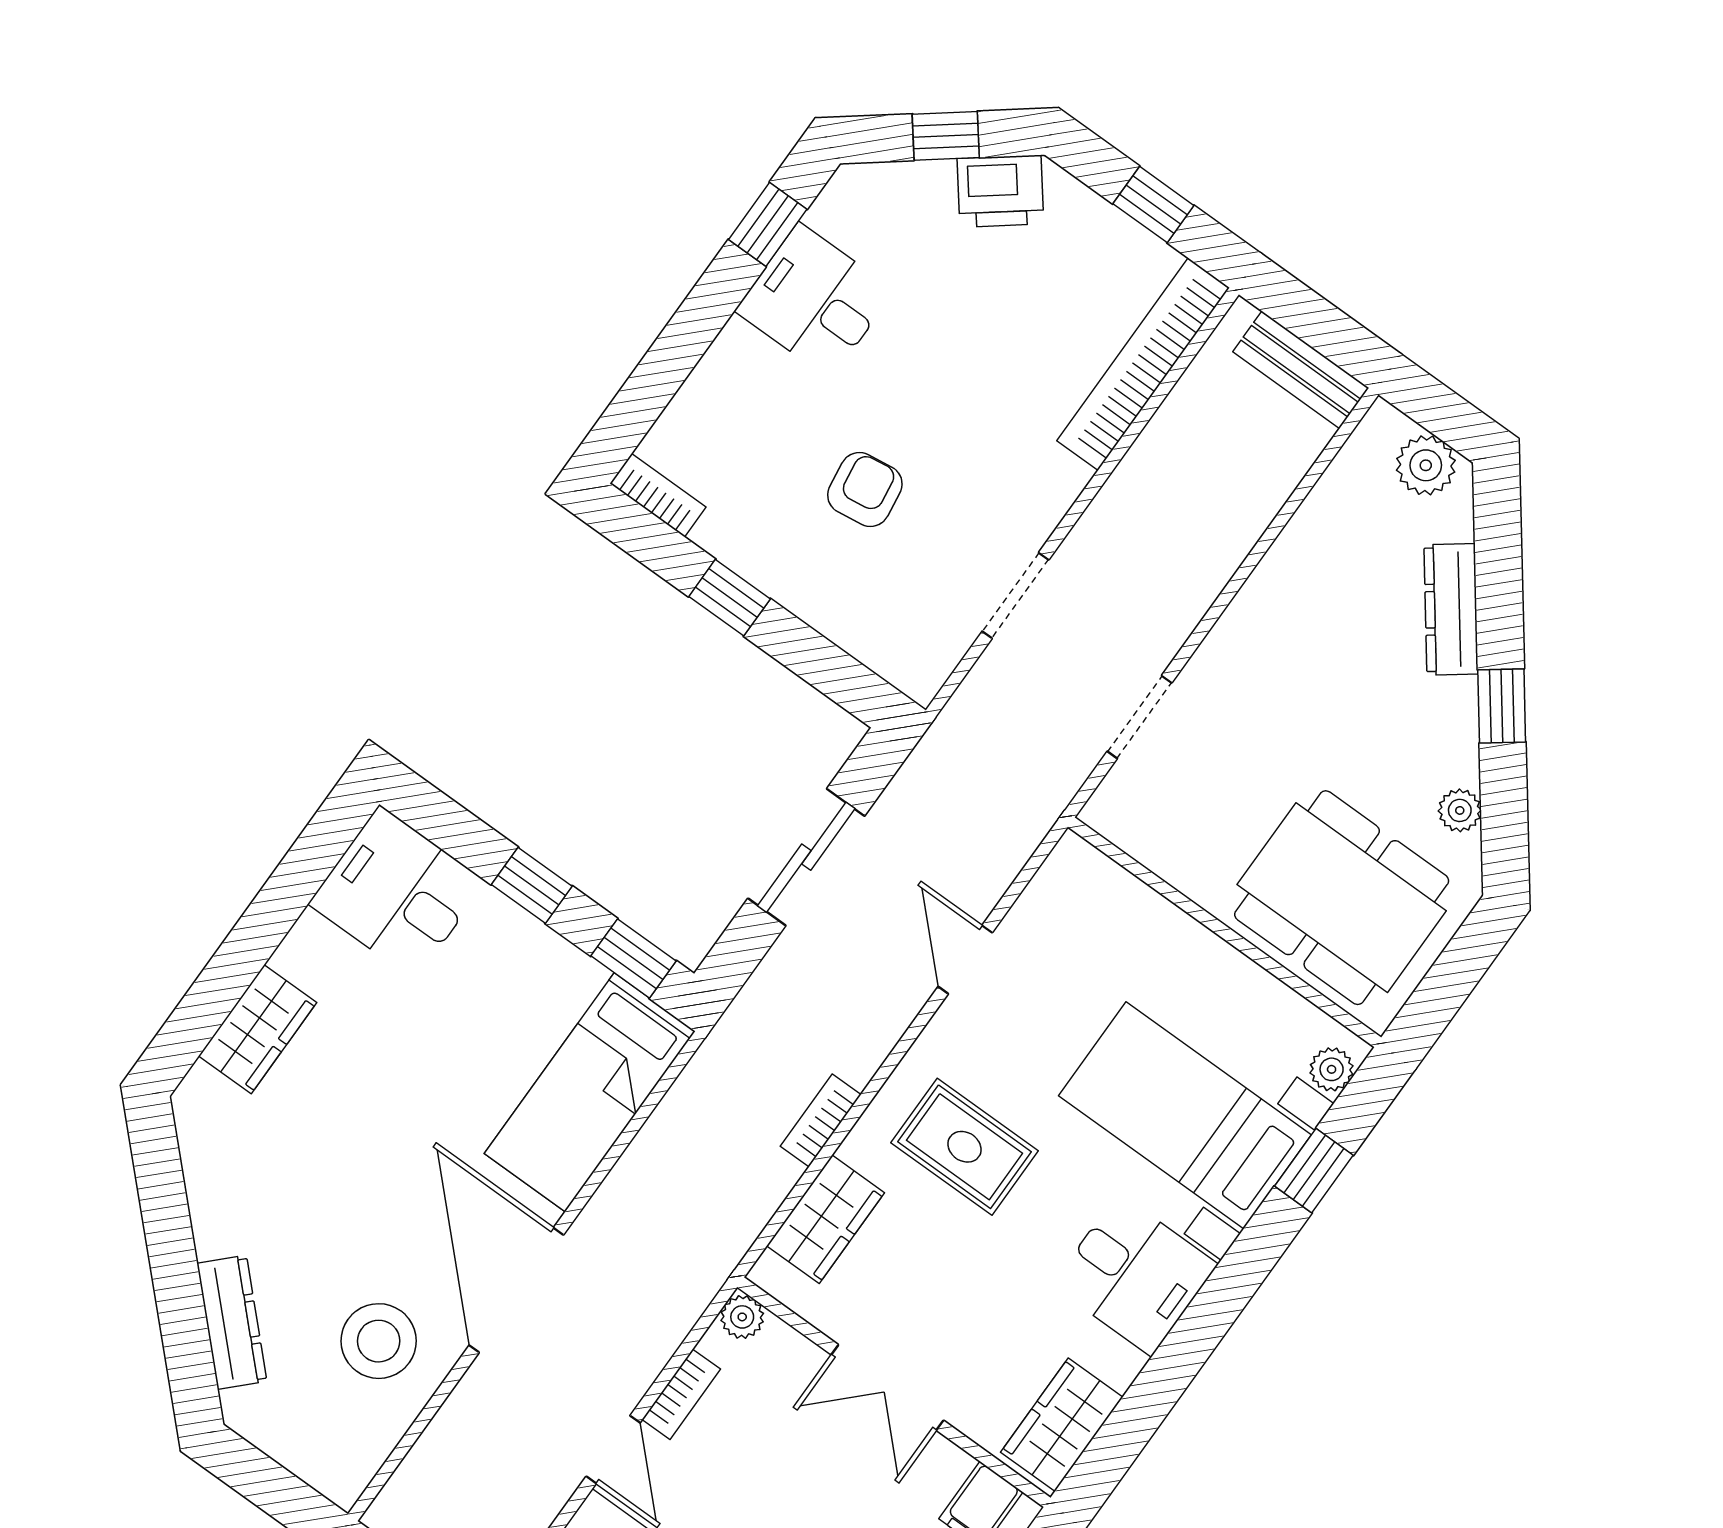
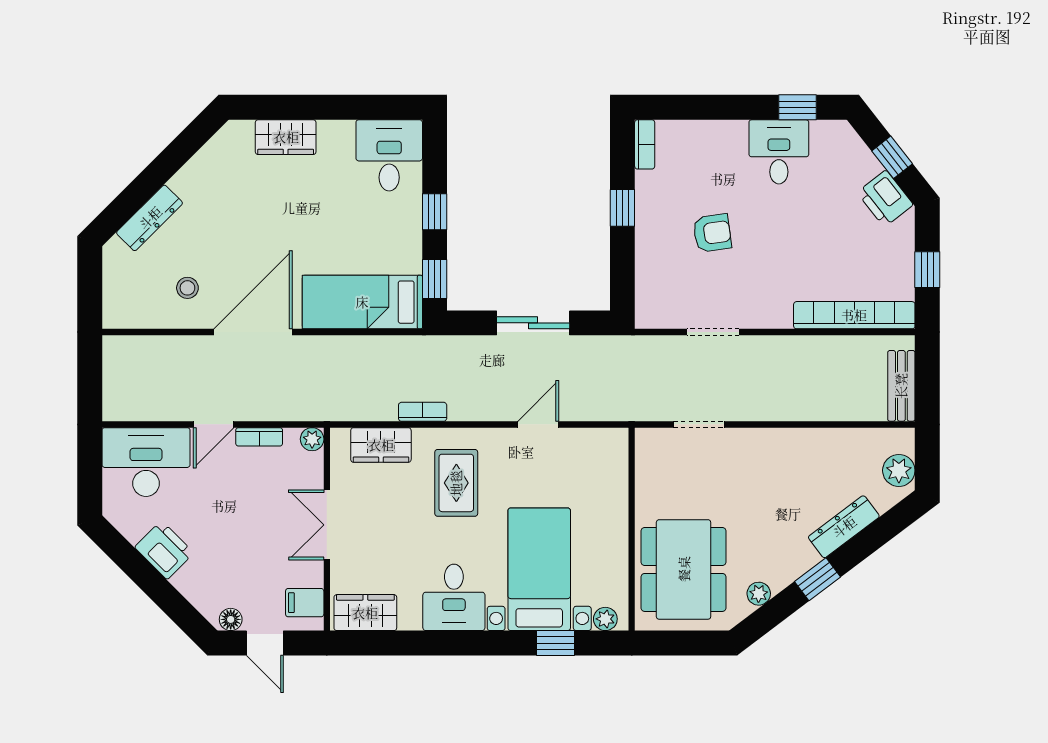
stool: (379, 1341) -> (187, 288), width x0.53, depth x0.53

